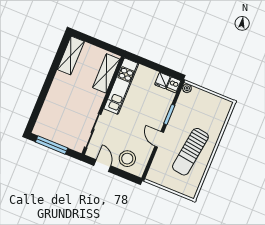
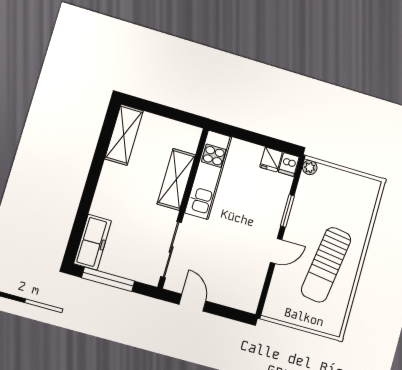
shelving: (106, 73) -> (176, 179), moved
freezer: (44, 121) -> (93, 242), added
door: (159, 139) -> (276, 251), swing flipped
stool: (127, 159) -> (230, 287), removed

